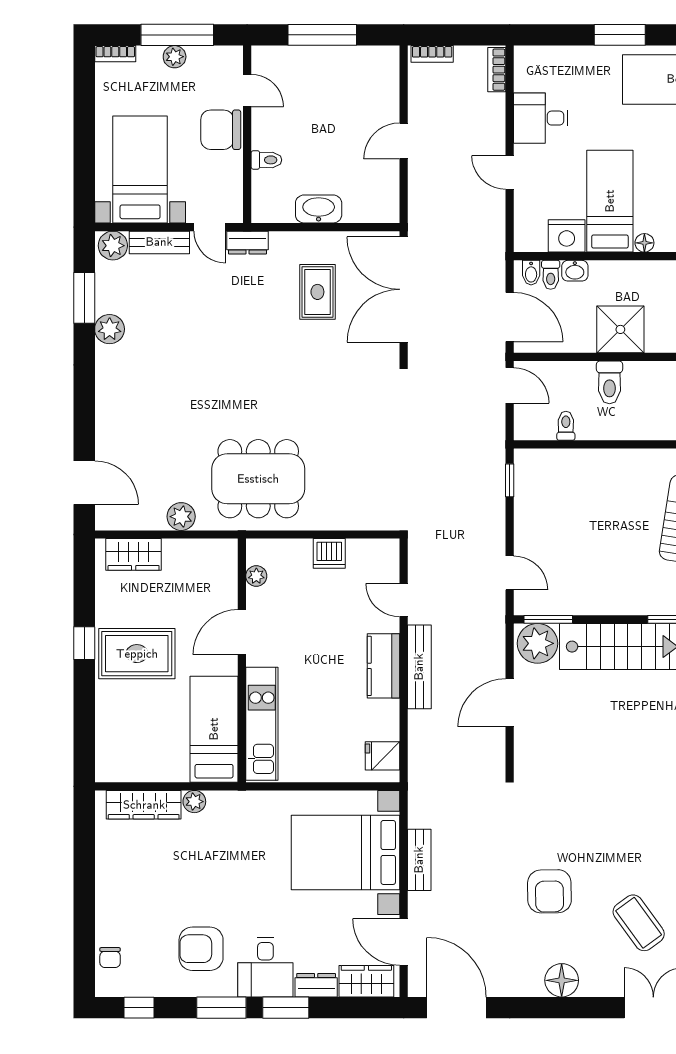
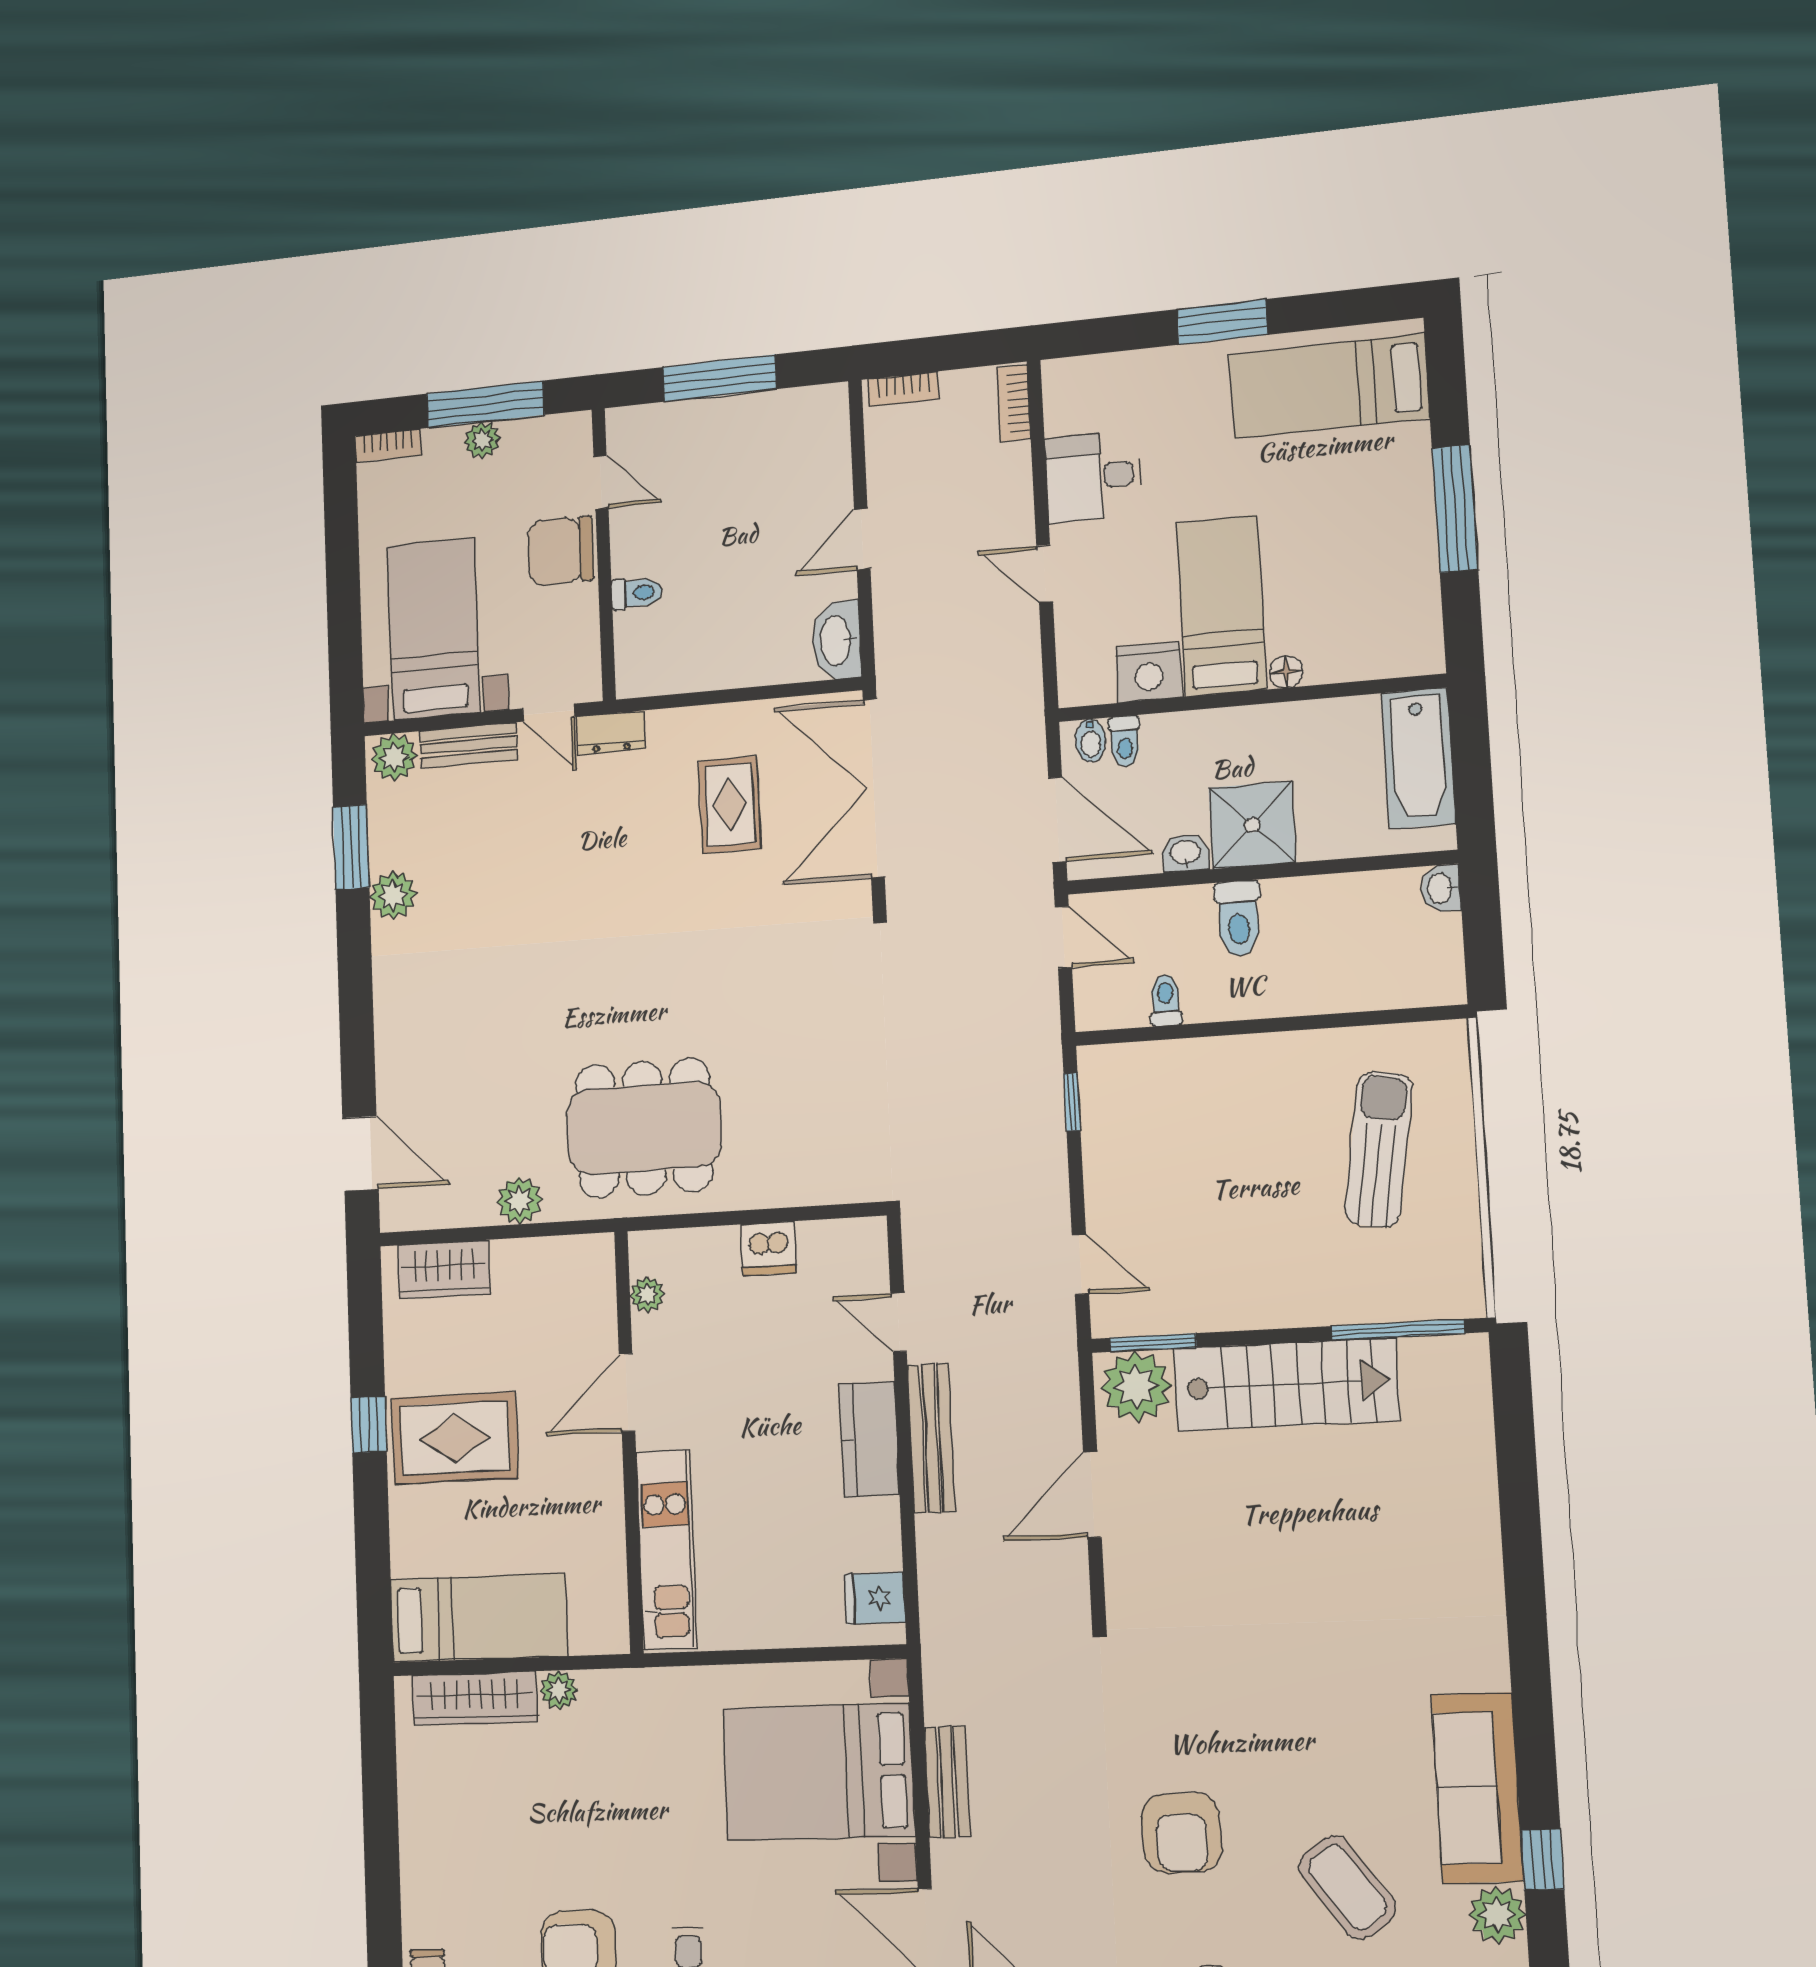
washbasin: (319, 209) -> (836, 640), moved, turned -90
washbasin: (575, 271) -> (1185, 853), moved, turned 180
bed: (214, 729) -> (479, 1618), moved, turned 90

